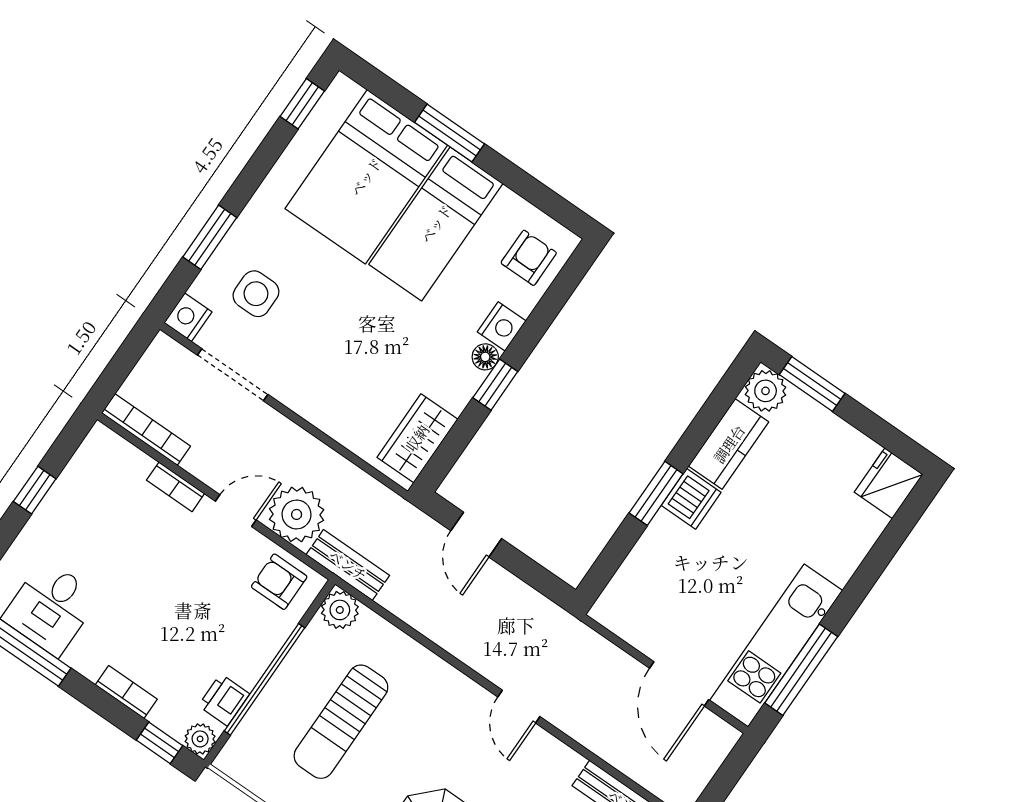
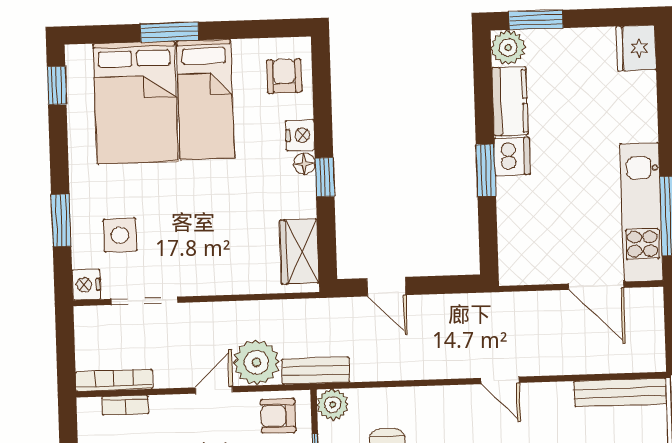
bookcase: (176, 487) -> (125, 405), moved

